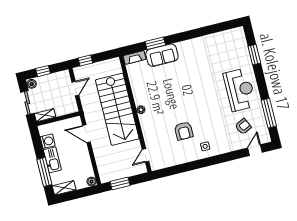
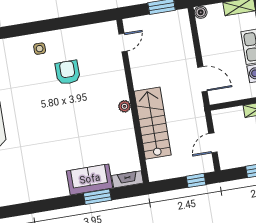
stairs: (117, 109) -> (153, 123), width x0.73, depth x0.66

